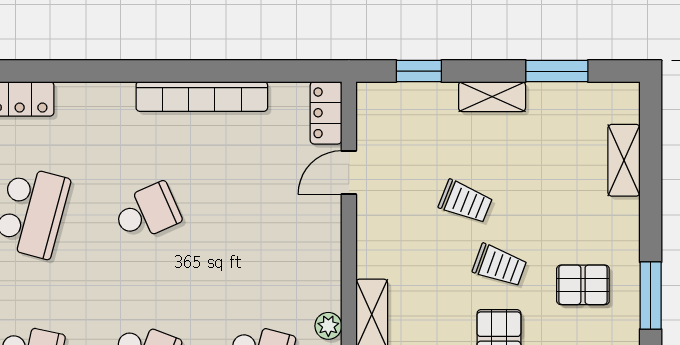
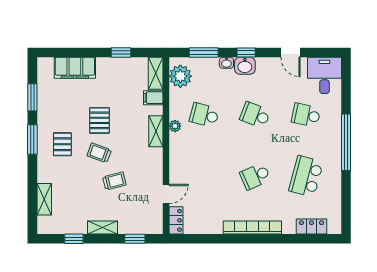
window: (557, 71) -> (74, 239), width x0.67
bookcase: (202, 96) -> (252, 228), moved
trolley: (465, 202) -> (114, 181), turned 144
pallet: (583, 285) -> (62, 144), turned 90

